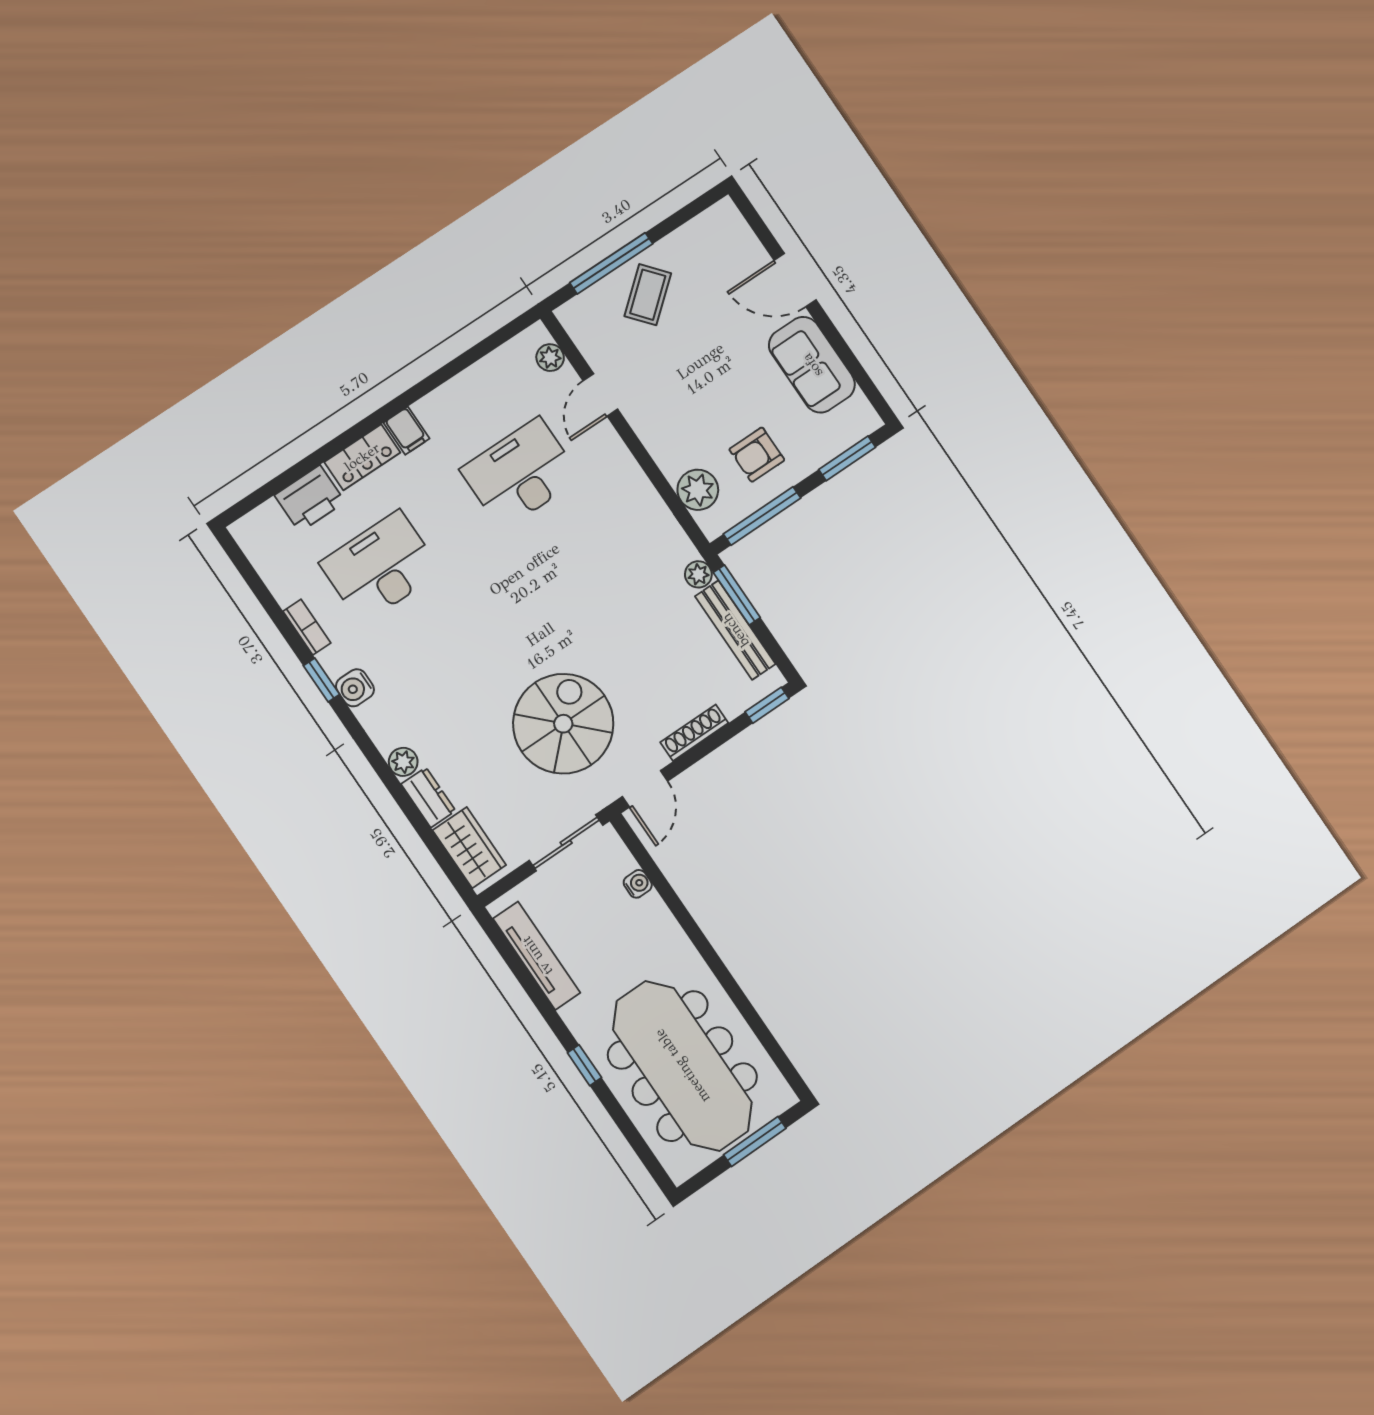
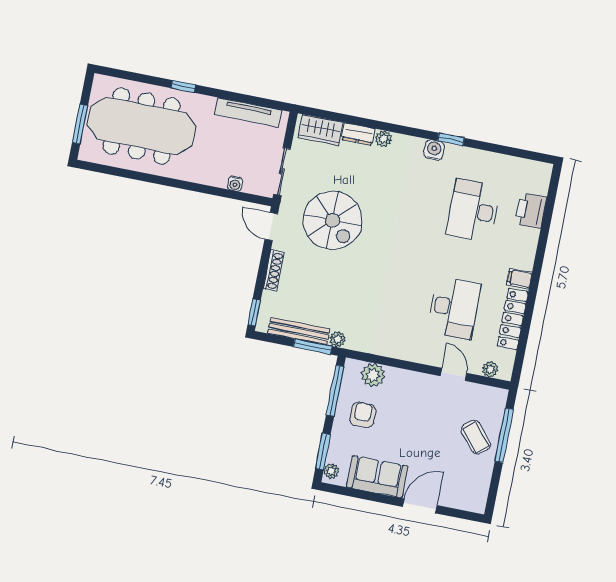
plant: (860, 426) -> (331, 471), added
locker: (362, 457) -> (513, 319), moved, width x1.53
desk: (381, 567) -> (473, 211), turned 180
bookcase: (307, 627) -> (479, 156), removed

